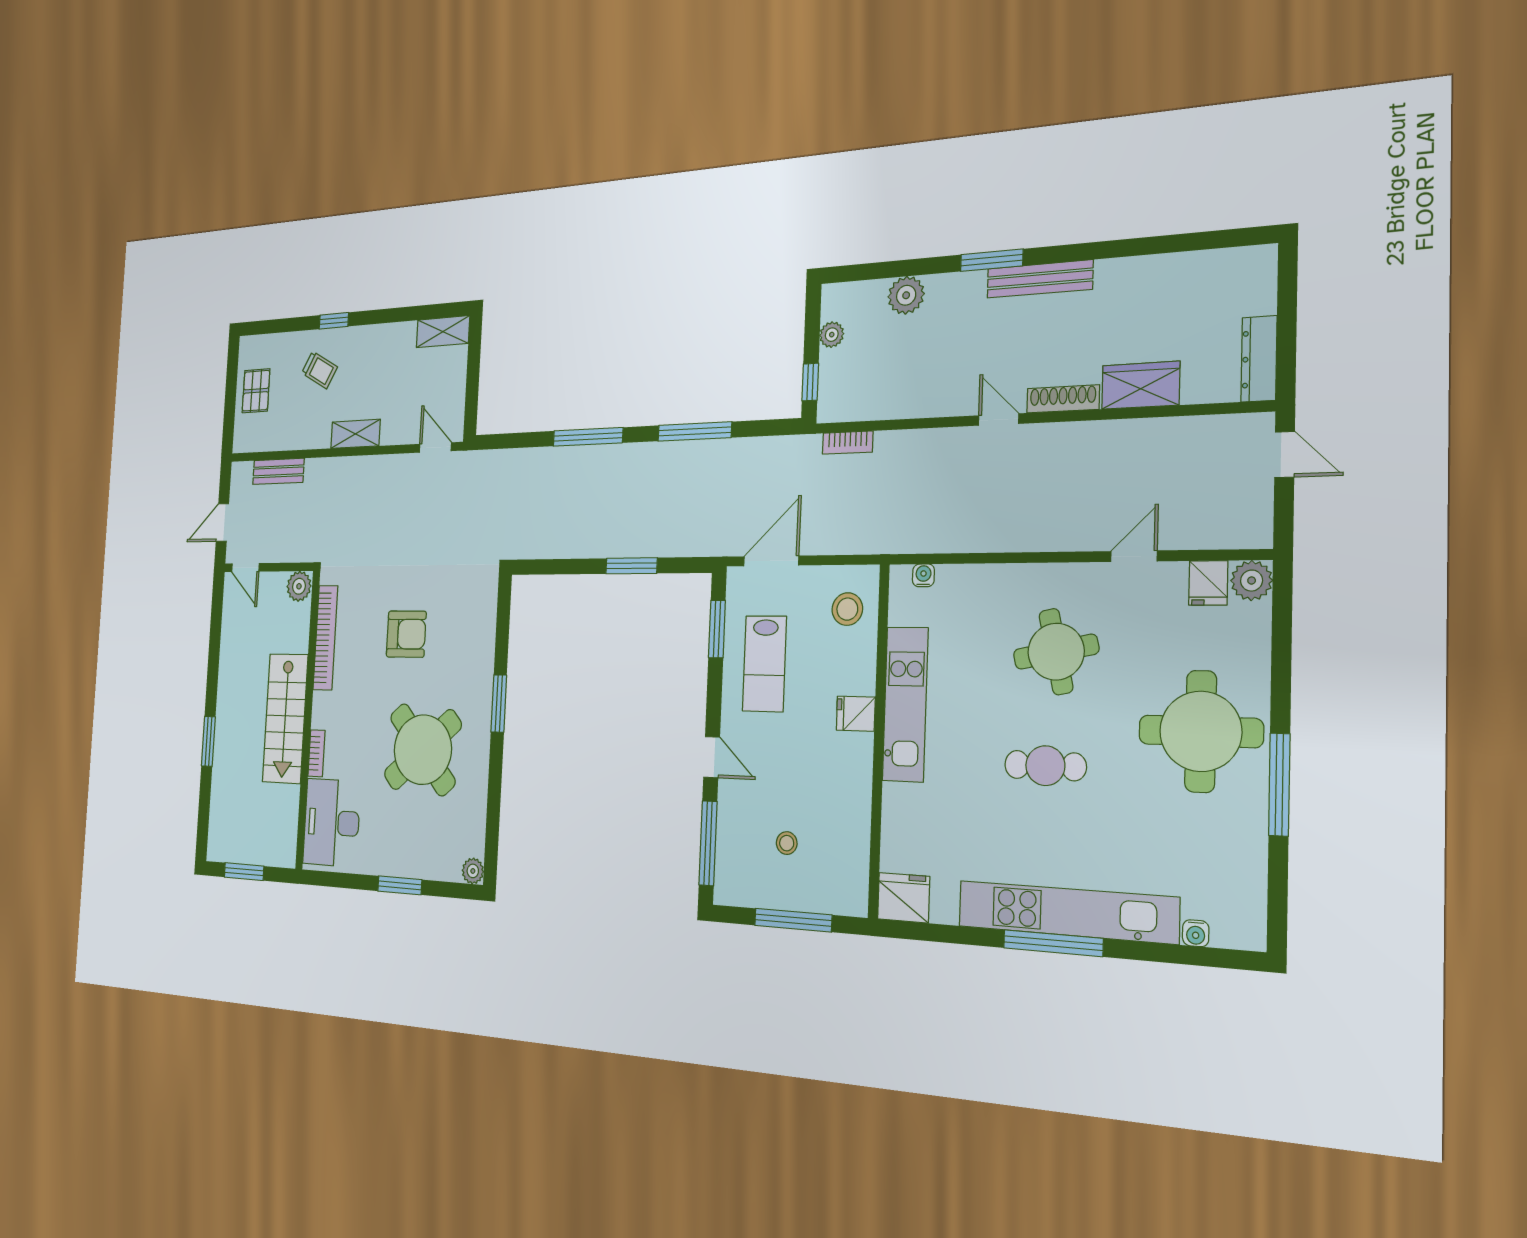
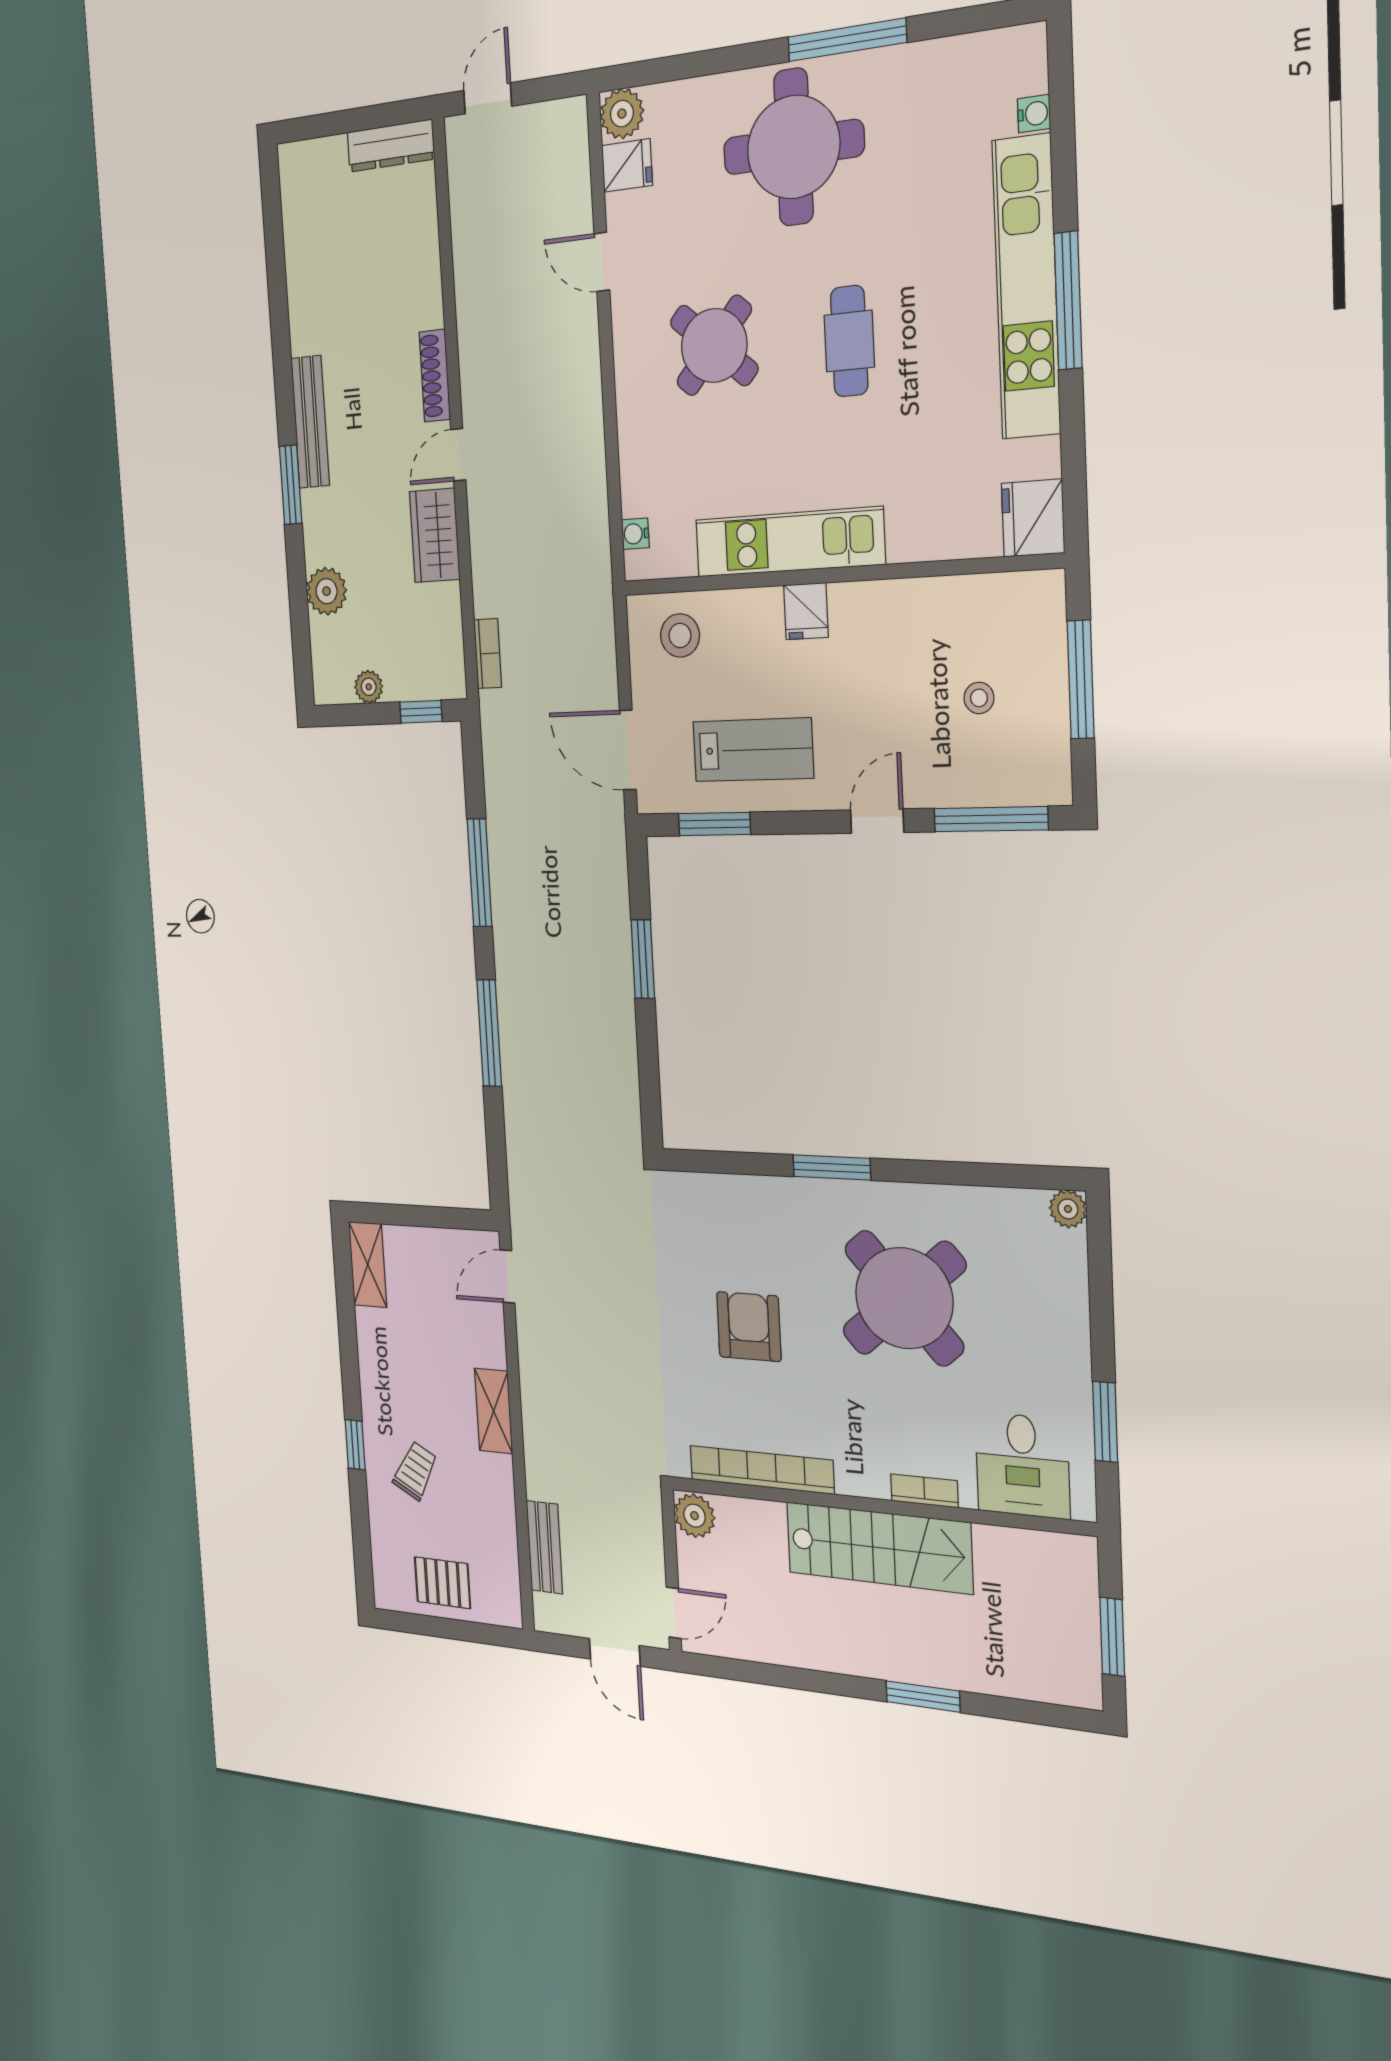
wardrobe: (1141, 385) -> (435, 535), moved
round table: (1056, 652) -> (714, 346), turned -37
desk: (332, 823) -> (1022, 1465), width x0.73
window: (400, 885) -> (1105, 1422), moved

